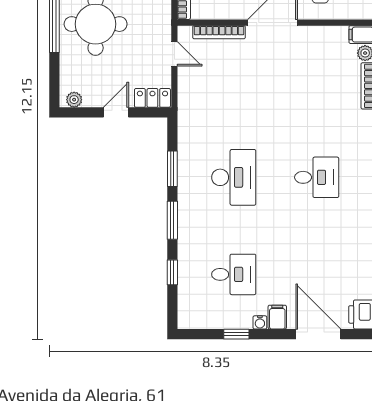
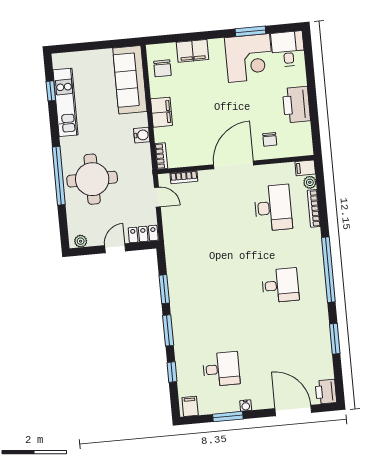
bookcase: (219, 32) -> (184, 177), width x0.64
desk: (234, 177) -> (273, 208), moved
filing cabinet: (277, 317) -> (190, 406), moved
window: (236, 334) -> (228, 417), width x1.50

